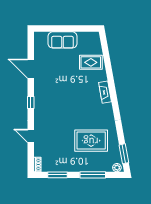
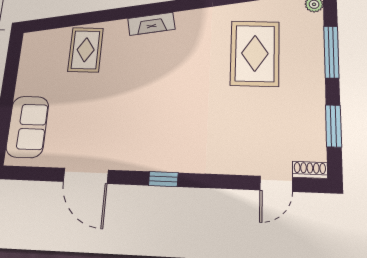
sofa: (62, 40) -> (27, 127), moved
door: (31, 69) -> (86, 176), hinge flipped
door: (31, 136) -> (276, 184), moved

